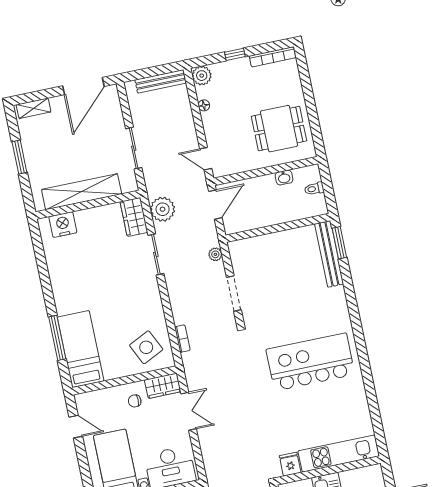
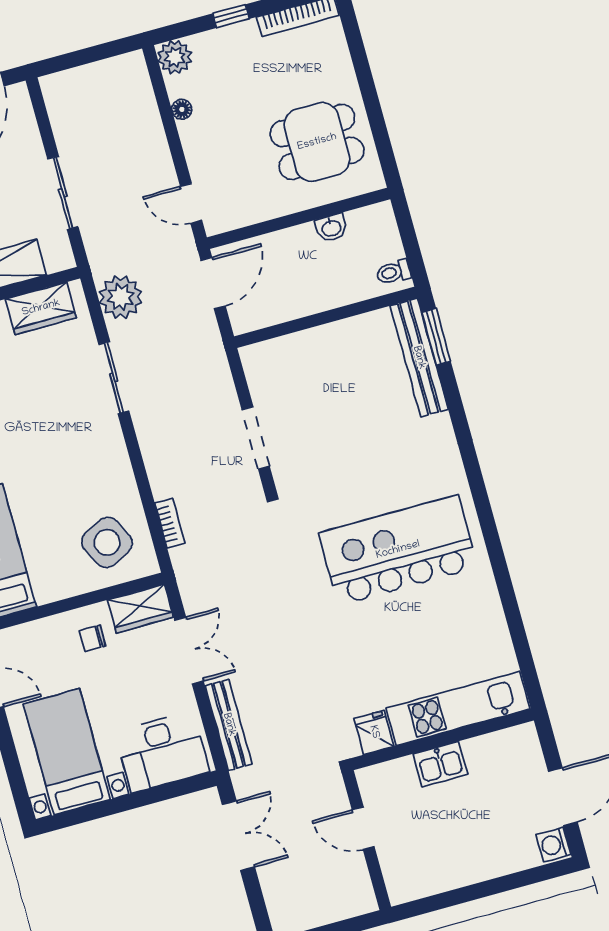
bench: (161, 81) -> (229, 725), moved, turned 90
toilet: (314, 189) -> (393, 272), moved
wardrobe: (134, 217) -> (41, 308), moved, turned -90
plant: (215, 254) -> (219, 371), removed

